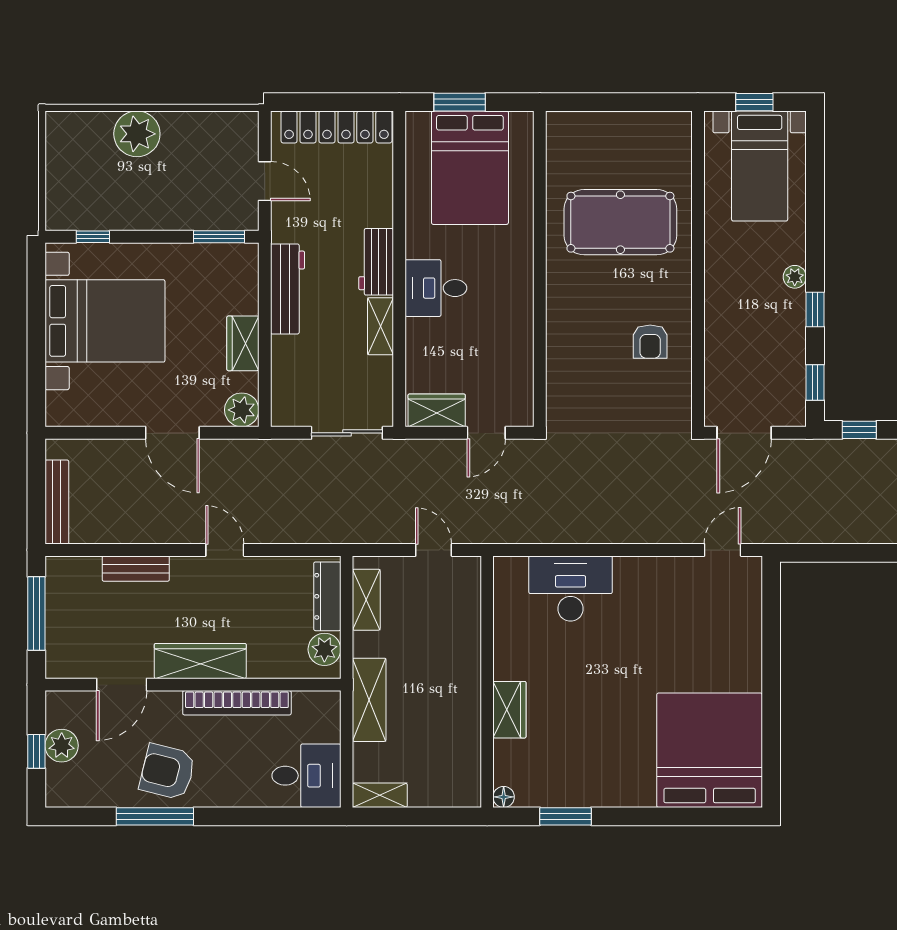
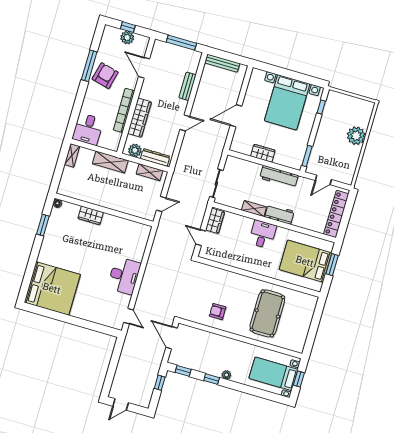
plant: (242, 410) -> (237, 145), removed
desk: (571, 588) -> (124, 276), moved
wardrobe: (200, 661) -> (139, 118), moved

